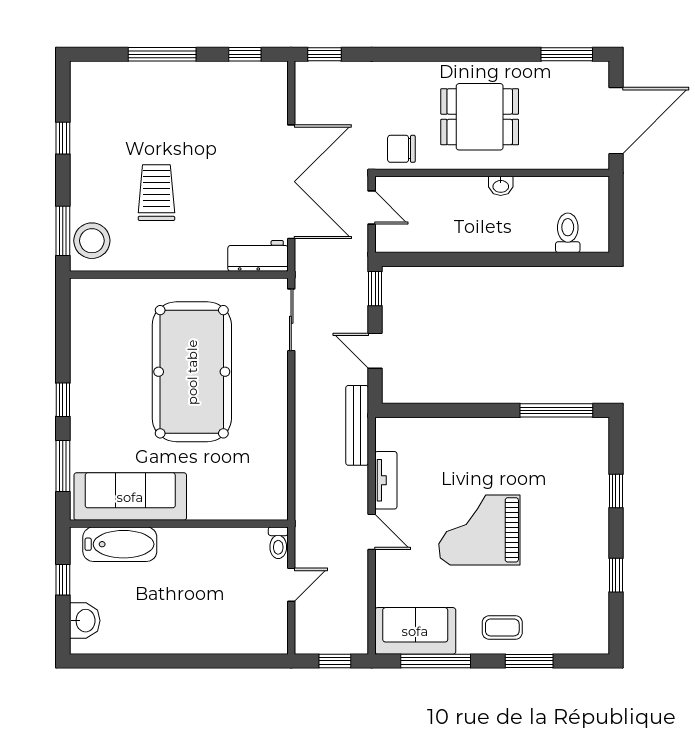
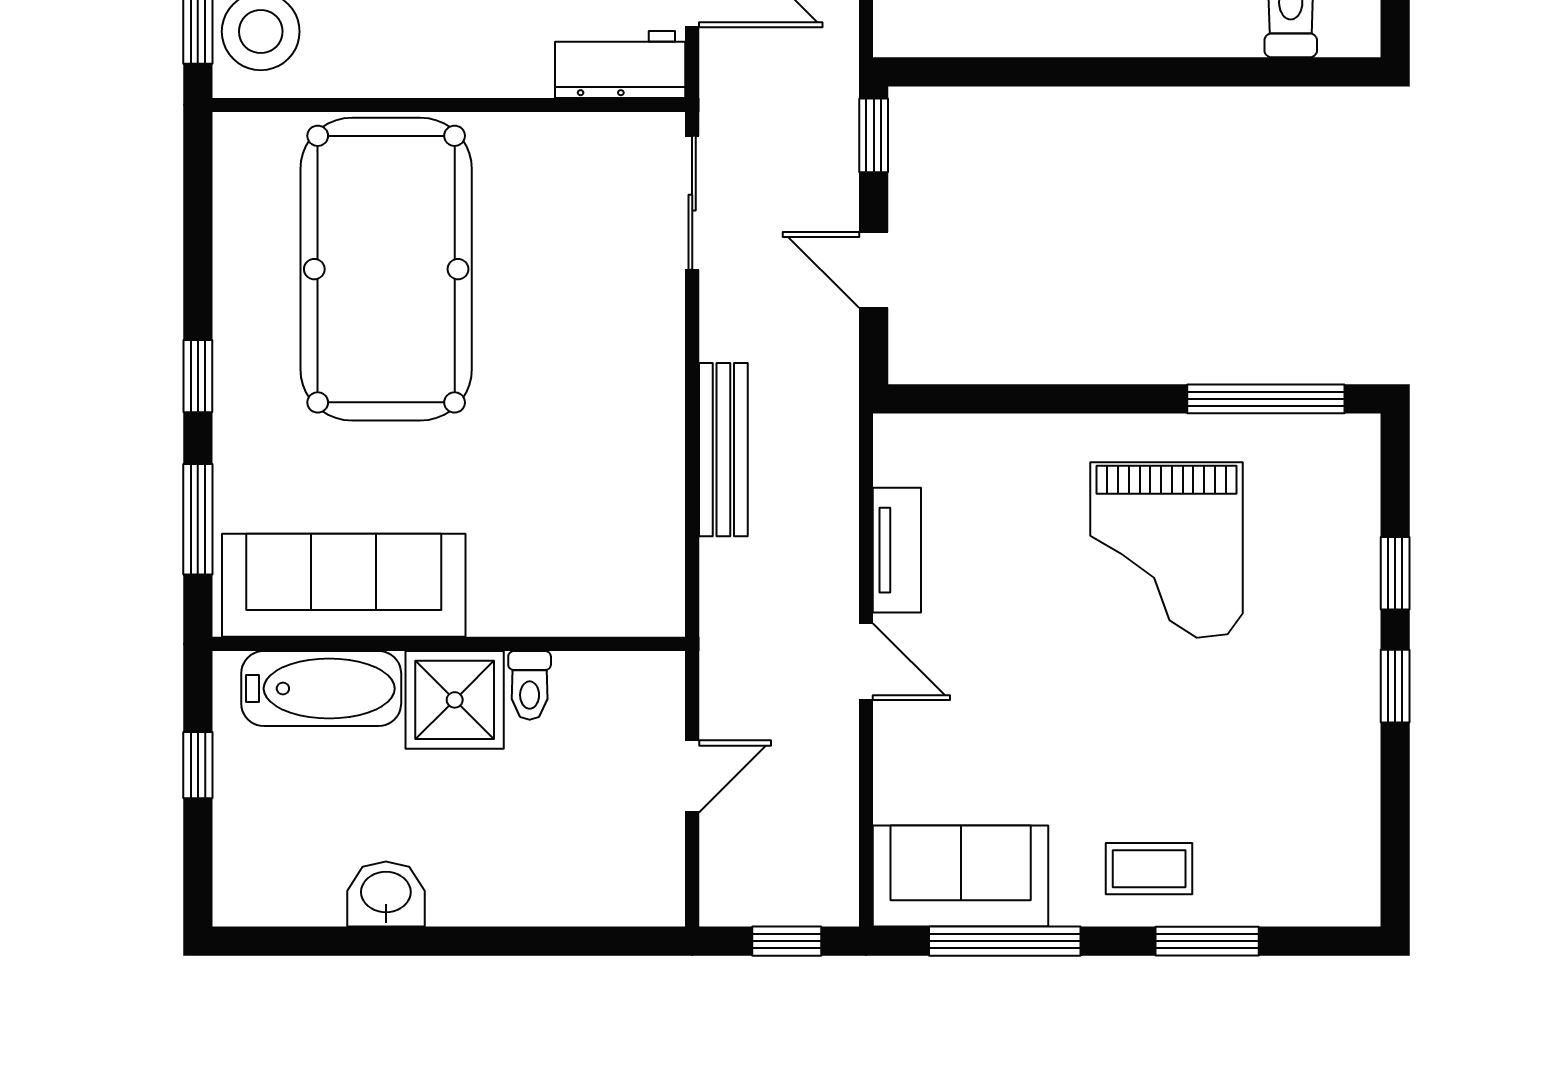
pool table: (192, 372) -> (386, 269), moved
bench: (357, 425) -> (723, 450), moved
grand piano: (479, 530) -> (1166, 550), moved, turned -90
toilet: (278, 543) -> (530, 685), moved
shower: (182, 549) -> (455, 700), added
window: (616, 575) -> (1395, 686), moved
washbasin: (85, 621) -> (386, 894), moved, turned -90

